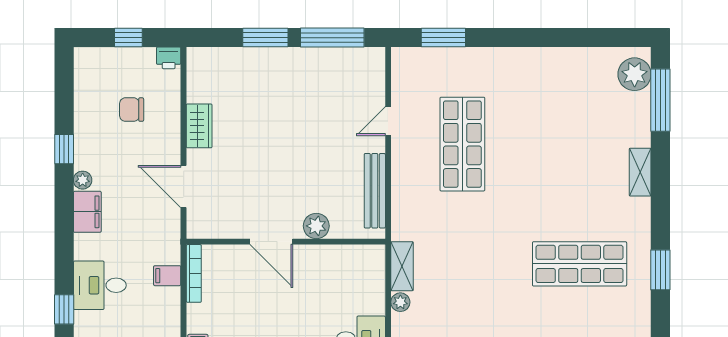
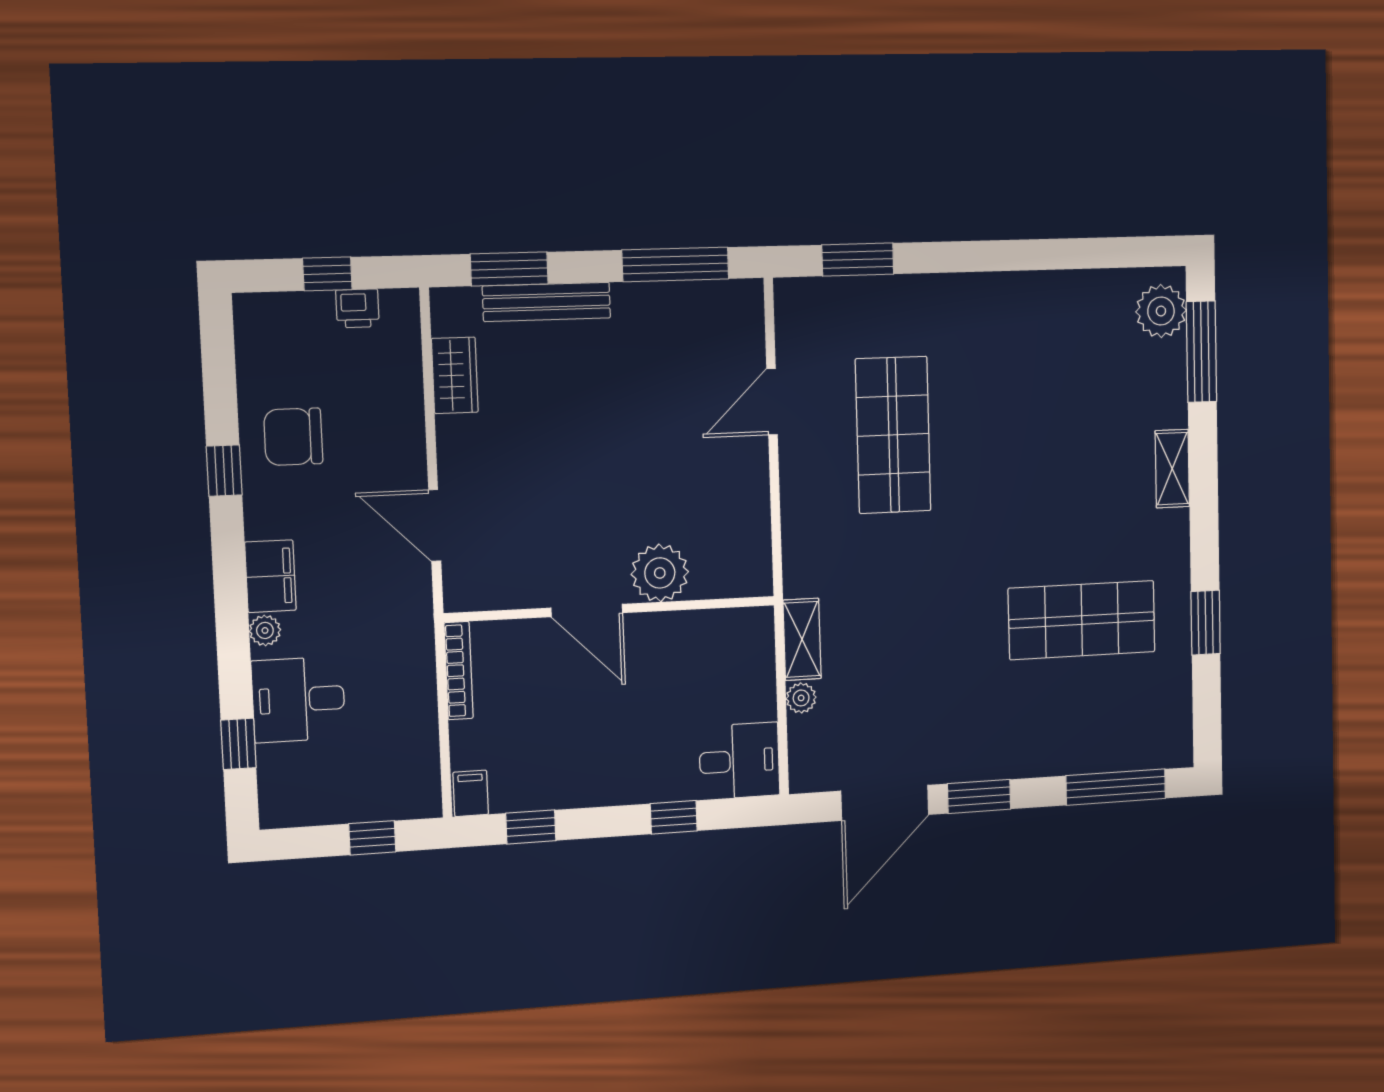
window: (265, 38) -> (509, 269), moved
printer: (169, 58) -> (357, 308), moved
chair: (132, 110) -> (293, 437), moved, width x1.37, depth x1.37
door: (388, 121) -> (772, 402), width x1.38
wardrobe: (199, 126) -> (455, 375), moved
plant: (83, 180) -> (265, 630), moved
bench: (375, 191) -> (547, 302), moved, turned 90
plant: (316, 226) -> (660, 573), width x1.36, depth x1.36
filing cabinet: (167, 276) -> (414, 677), removed

